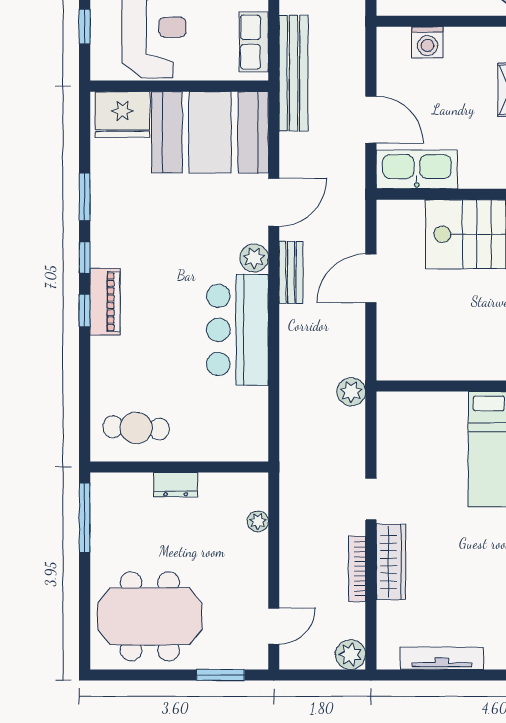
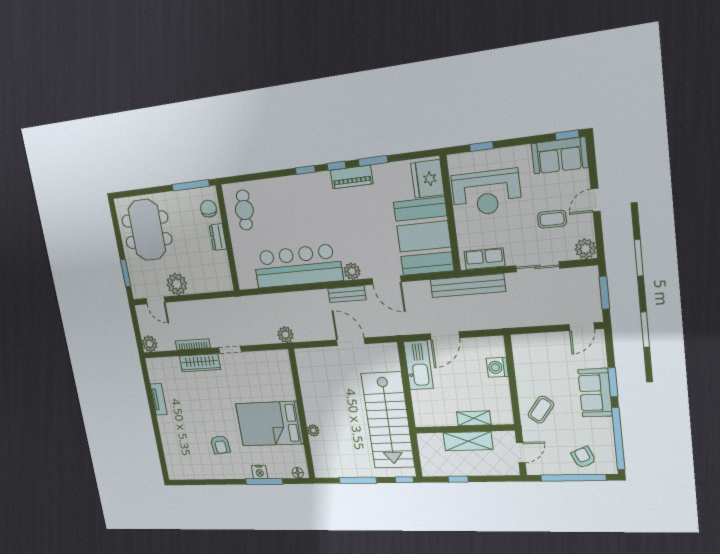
piano: (105, 302) -> (352, 177), moved
bar counter: (237, 330) -> (298, 266), width x1.36
chair: (127, 493) -> (208, 209), added
plant: (258, 521) -> (177, 284), moved, width x1.88, depth x1.88
tv unit: (442, 658) -> (159, 399), width x0.71

